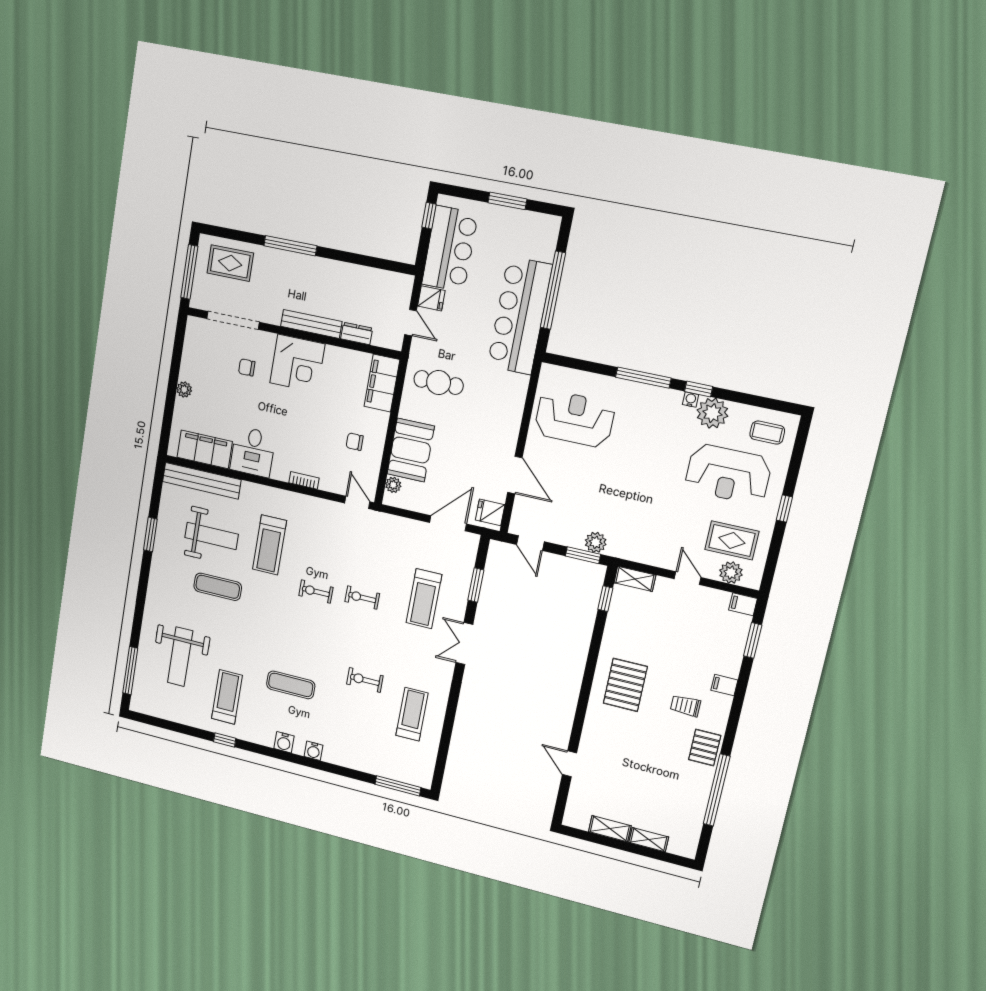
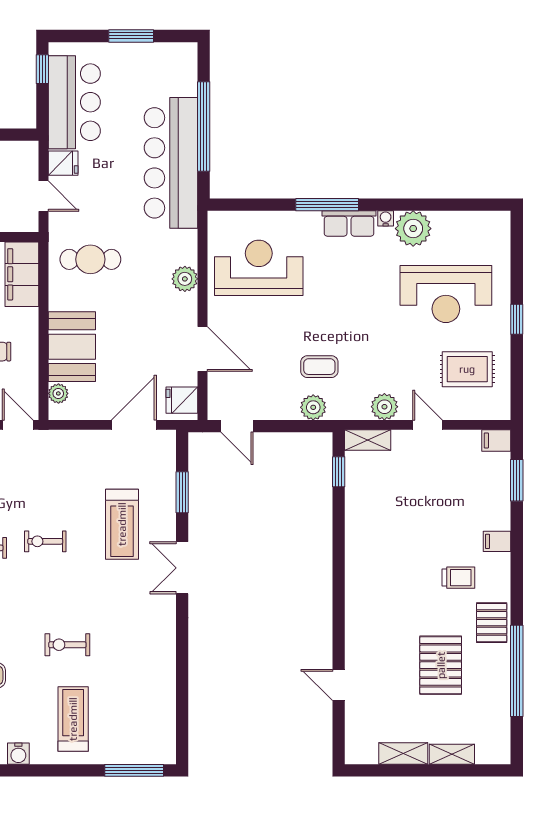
window: (699, 389) -> (392, 205), removed
row of seats: (658, 397) -> (349, 223), added
plant: (512, 415) -> (185, 279), added
coffee table: (767, 433) -> (319, 367), moved
window: (583, 555) -> (302, 426), removed
plant: (731, 573) -> (384, 407), moved
pallet: (625, 685) -> (441, 665), moved
trolley: (685, 706) -> (458, 578), turned 180
treadmill: (412, 714) -> (73, 719), moved

